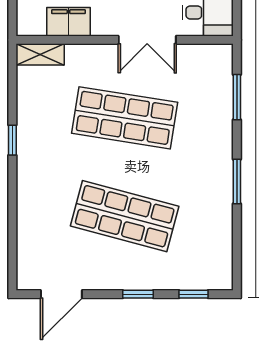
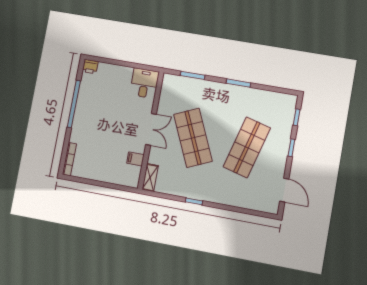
filing cabinet: (68, 22) -> (135, 159), width x0.50
double door: (147, 40) -> (151, 129), moved
shop shelf: (125, 118) -> (193, 138), turned -33

